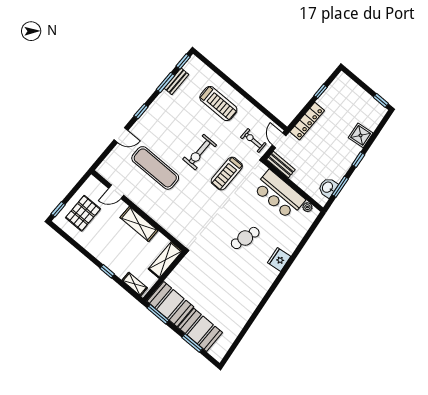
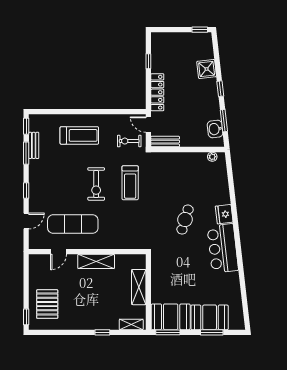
door: (116, 192) -> (58, 252), moved
bar counter: (279, 194) -> (223, 248), moved, turned 84
wall: (138, 211) -> (87, 252), moved
shelving: (139, 224) -> (96, 261), moved

